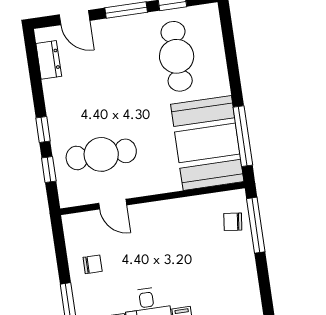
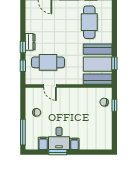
dresser: (49, 60) -> (30, 42), moved
window: (243, 136) -> (114, 63), width x0.46
window: (256, 225) -> (114, 105), width x0.46

